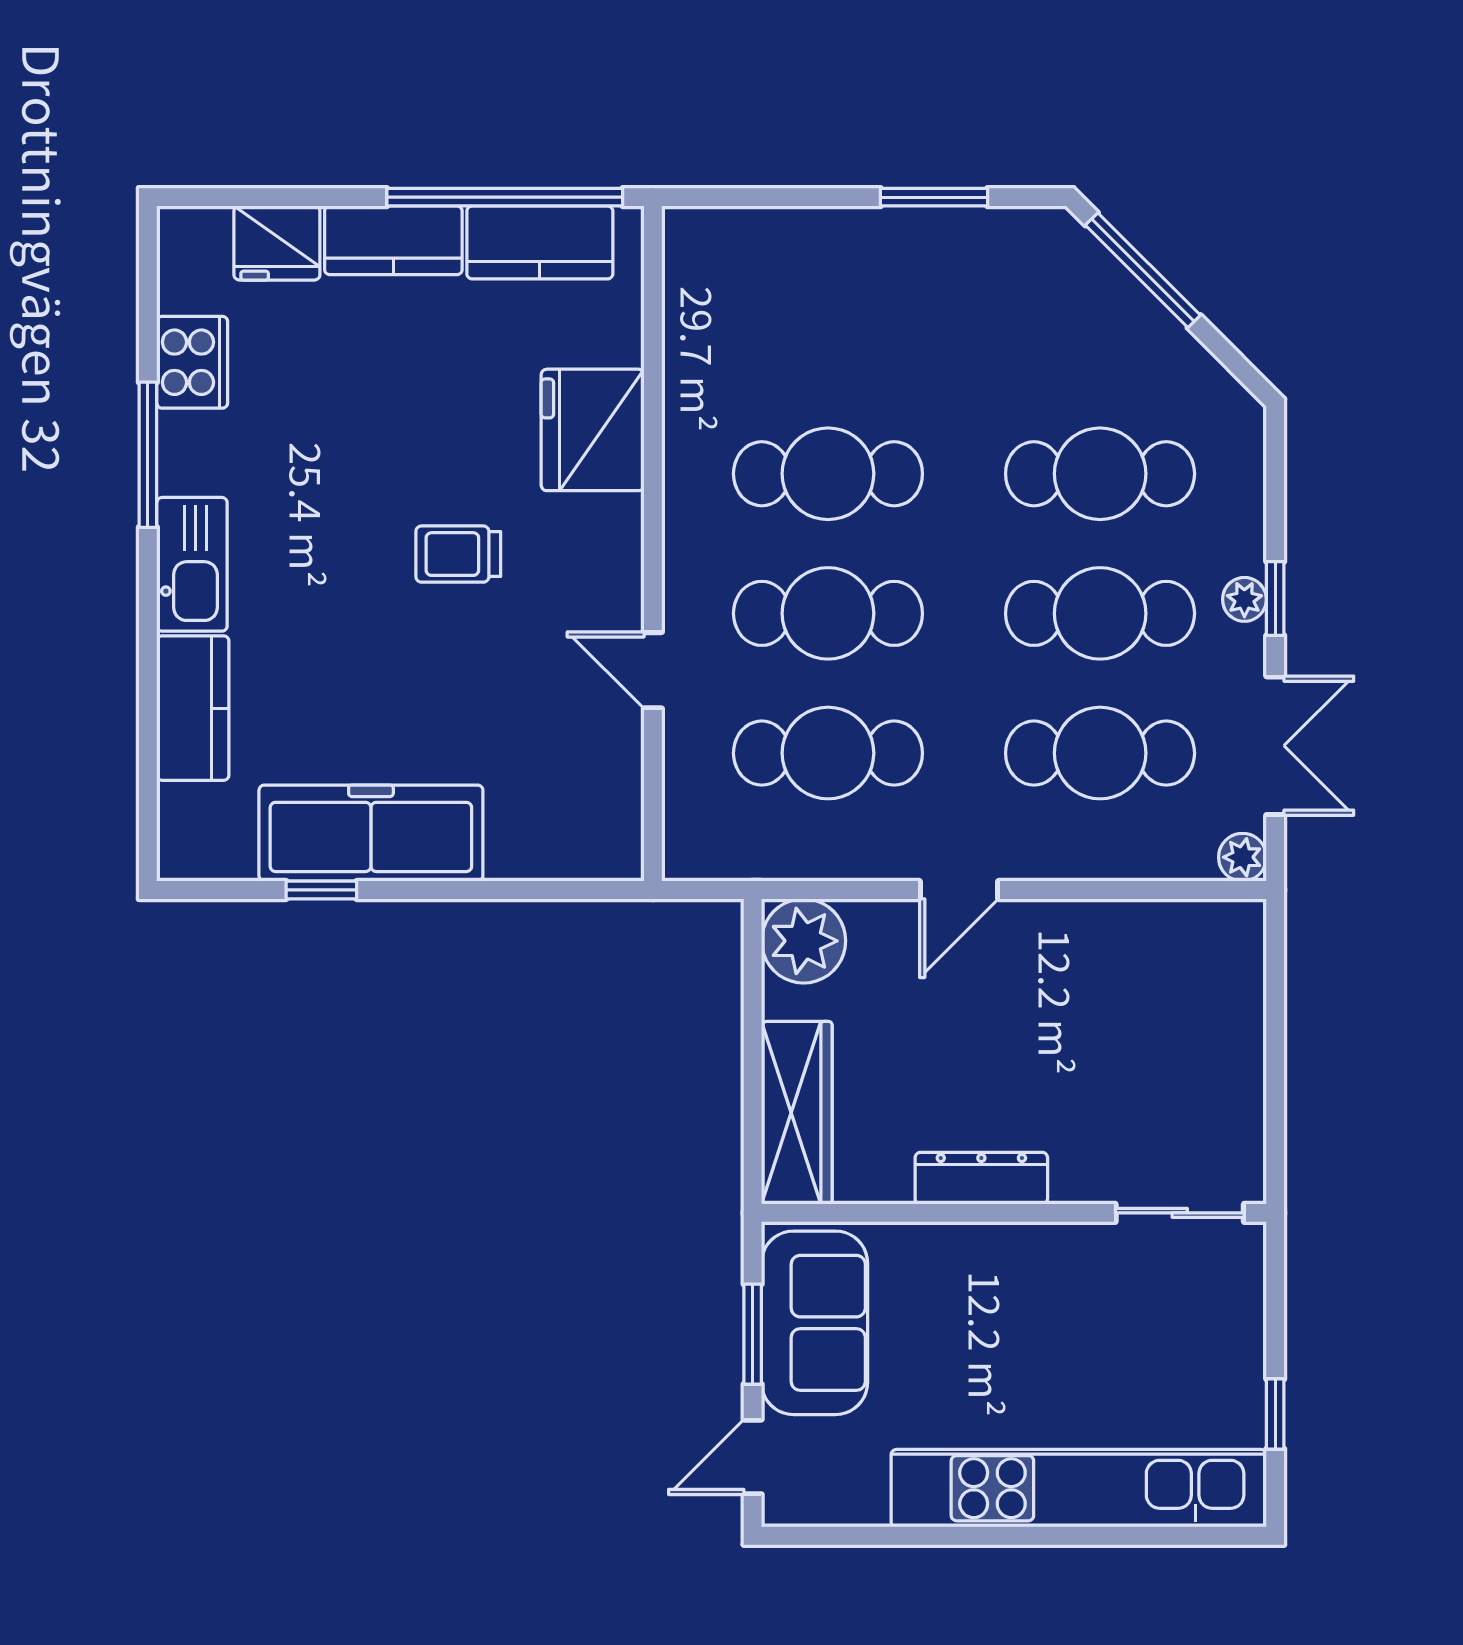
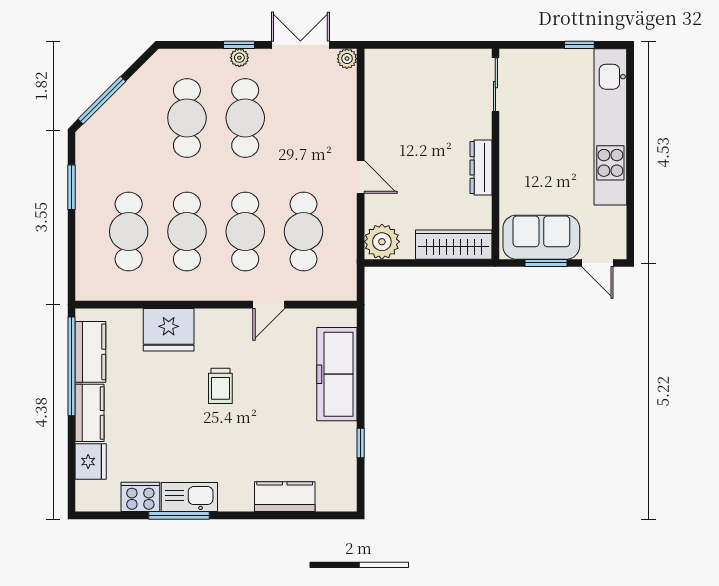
kitchen sink: (192, 564) -> (189, 497), moved
cafe table: (1100, 753) -> (129, 232), moved
freezer: (371, 833) -> (337, 374), moved

